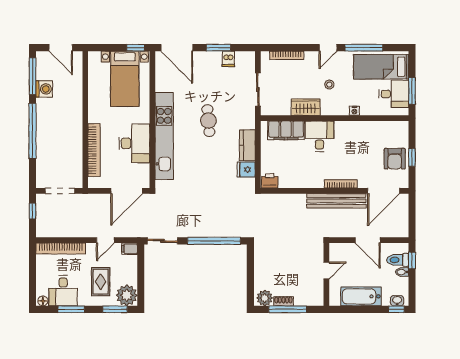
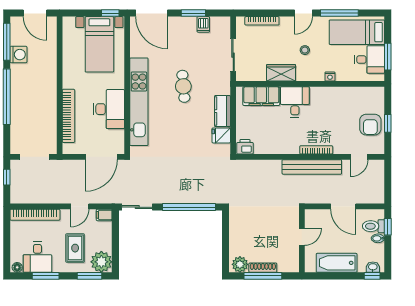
door: (384, 191) -> (359, 157), width x0.53
shoe rack: (283, 301) -> (263, 268), width x1.43

